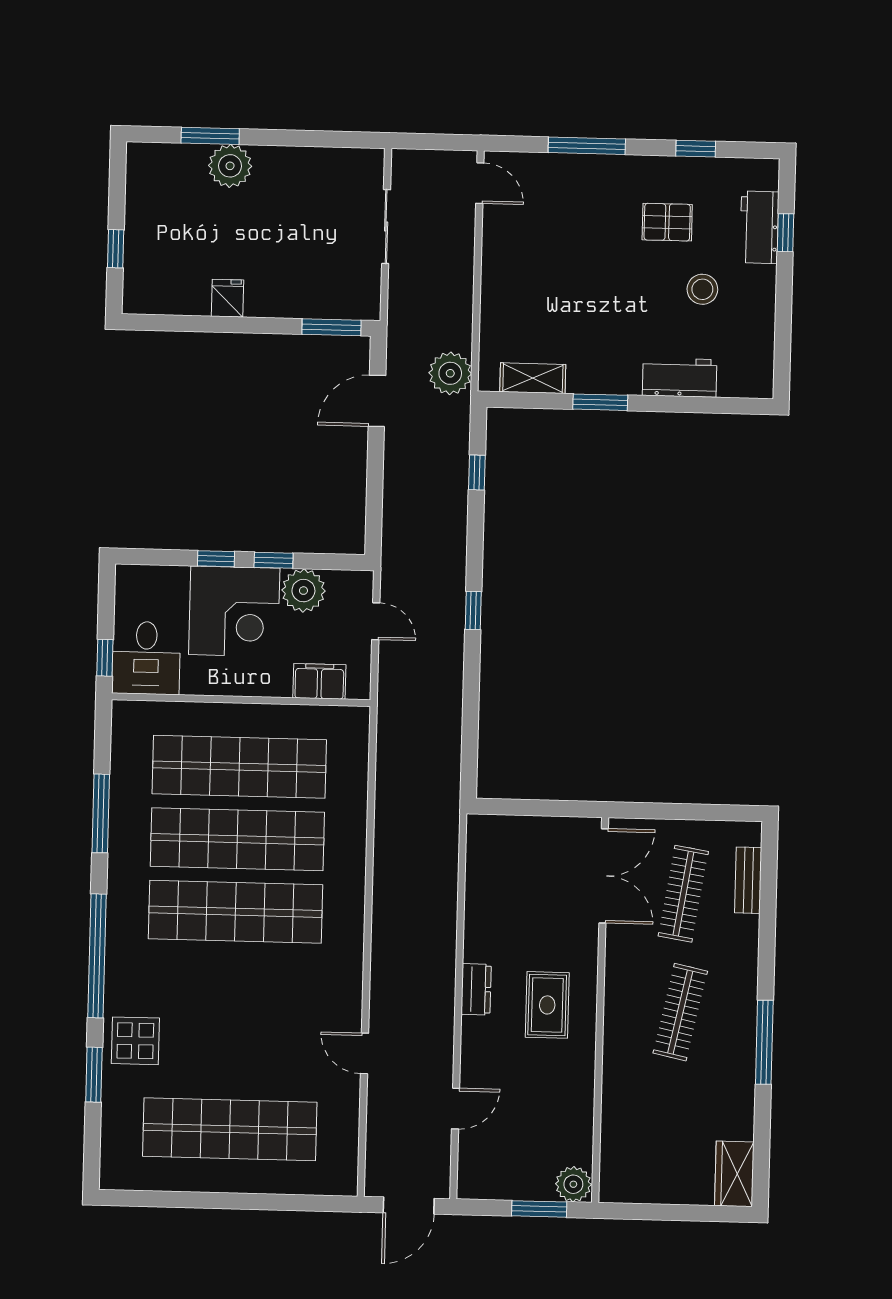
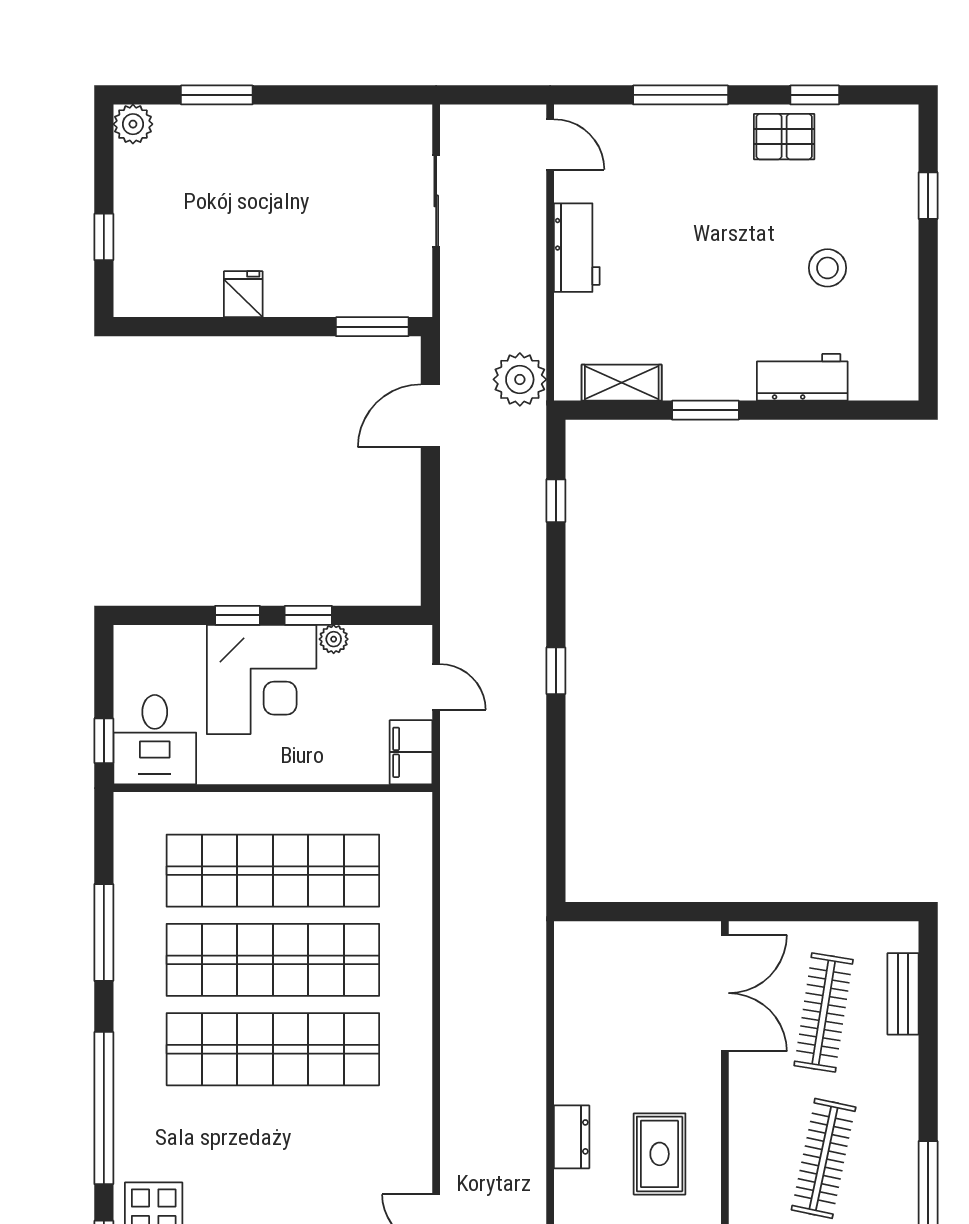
plant: (230, 166) -> (133, 124), moved, width x0.73, depth x0.73
pallet: (667, 222) -> (784, 137), moved
workbench: (759, 227) -> (577, 248), moved, turned 180
plant: (303, 591) -> (334, 639), width x0.53, depth x0.53
filing cabinet: (319, 681) -> (411, 752), moved, turned -90

